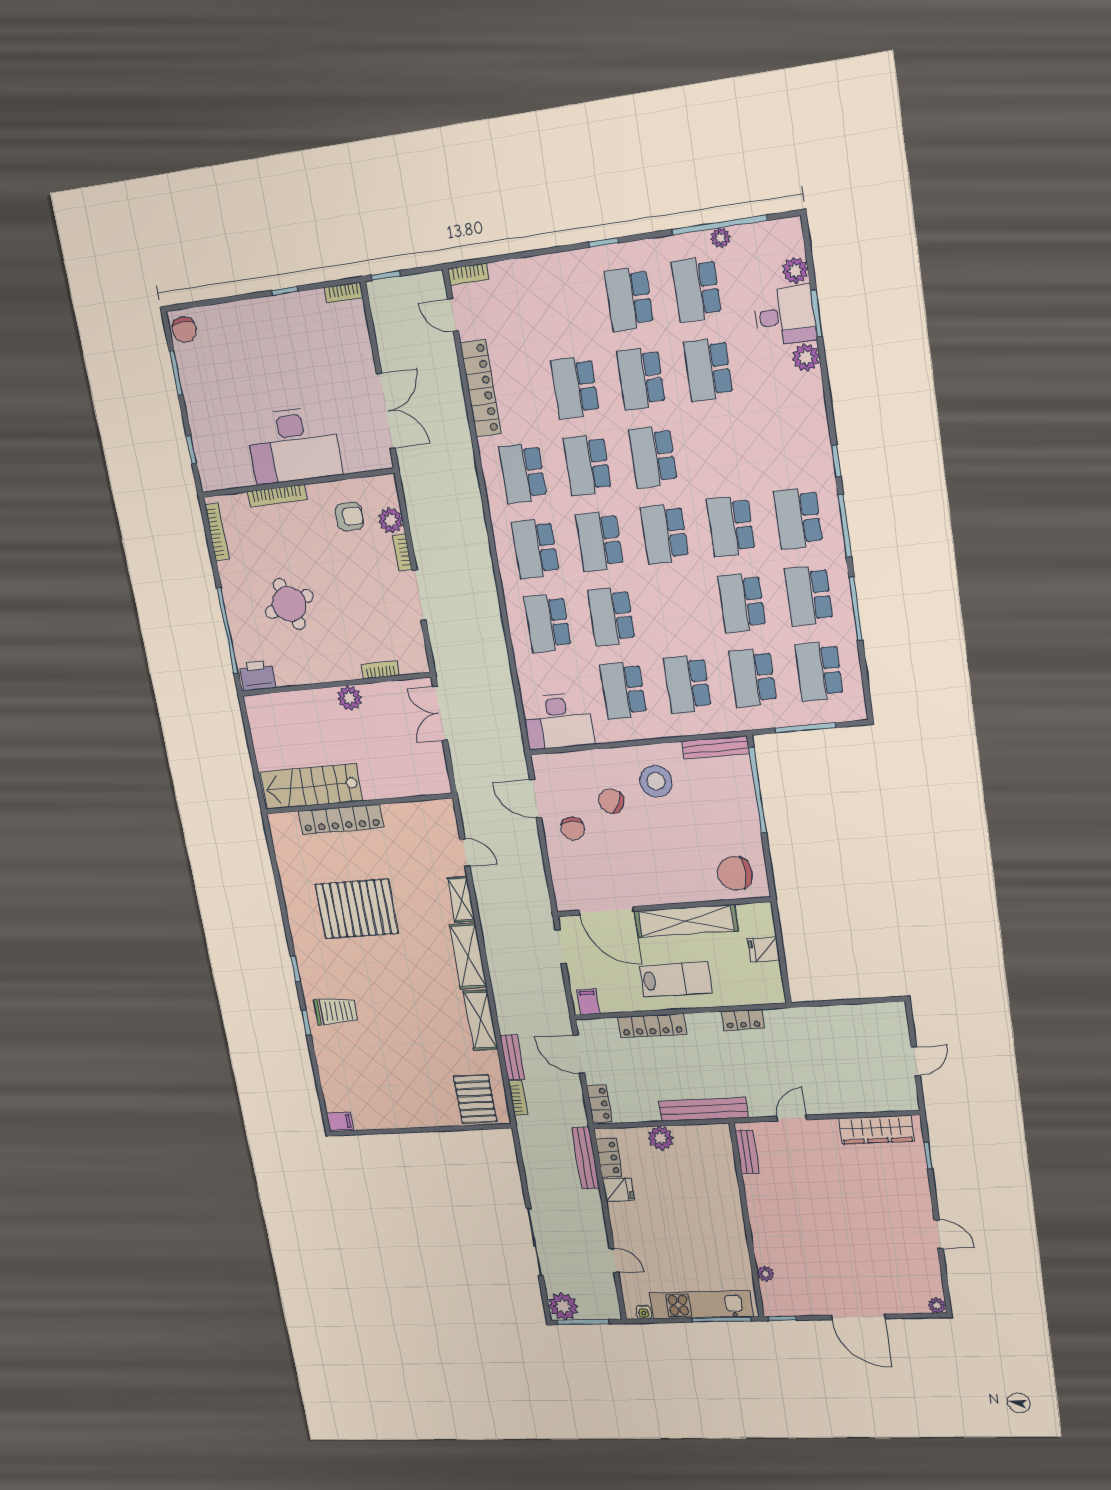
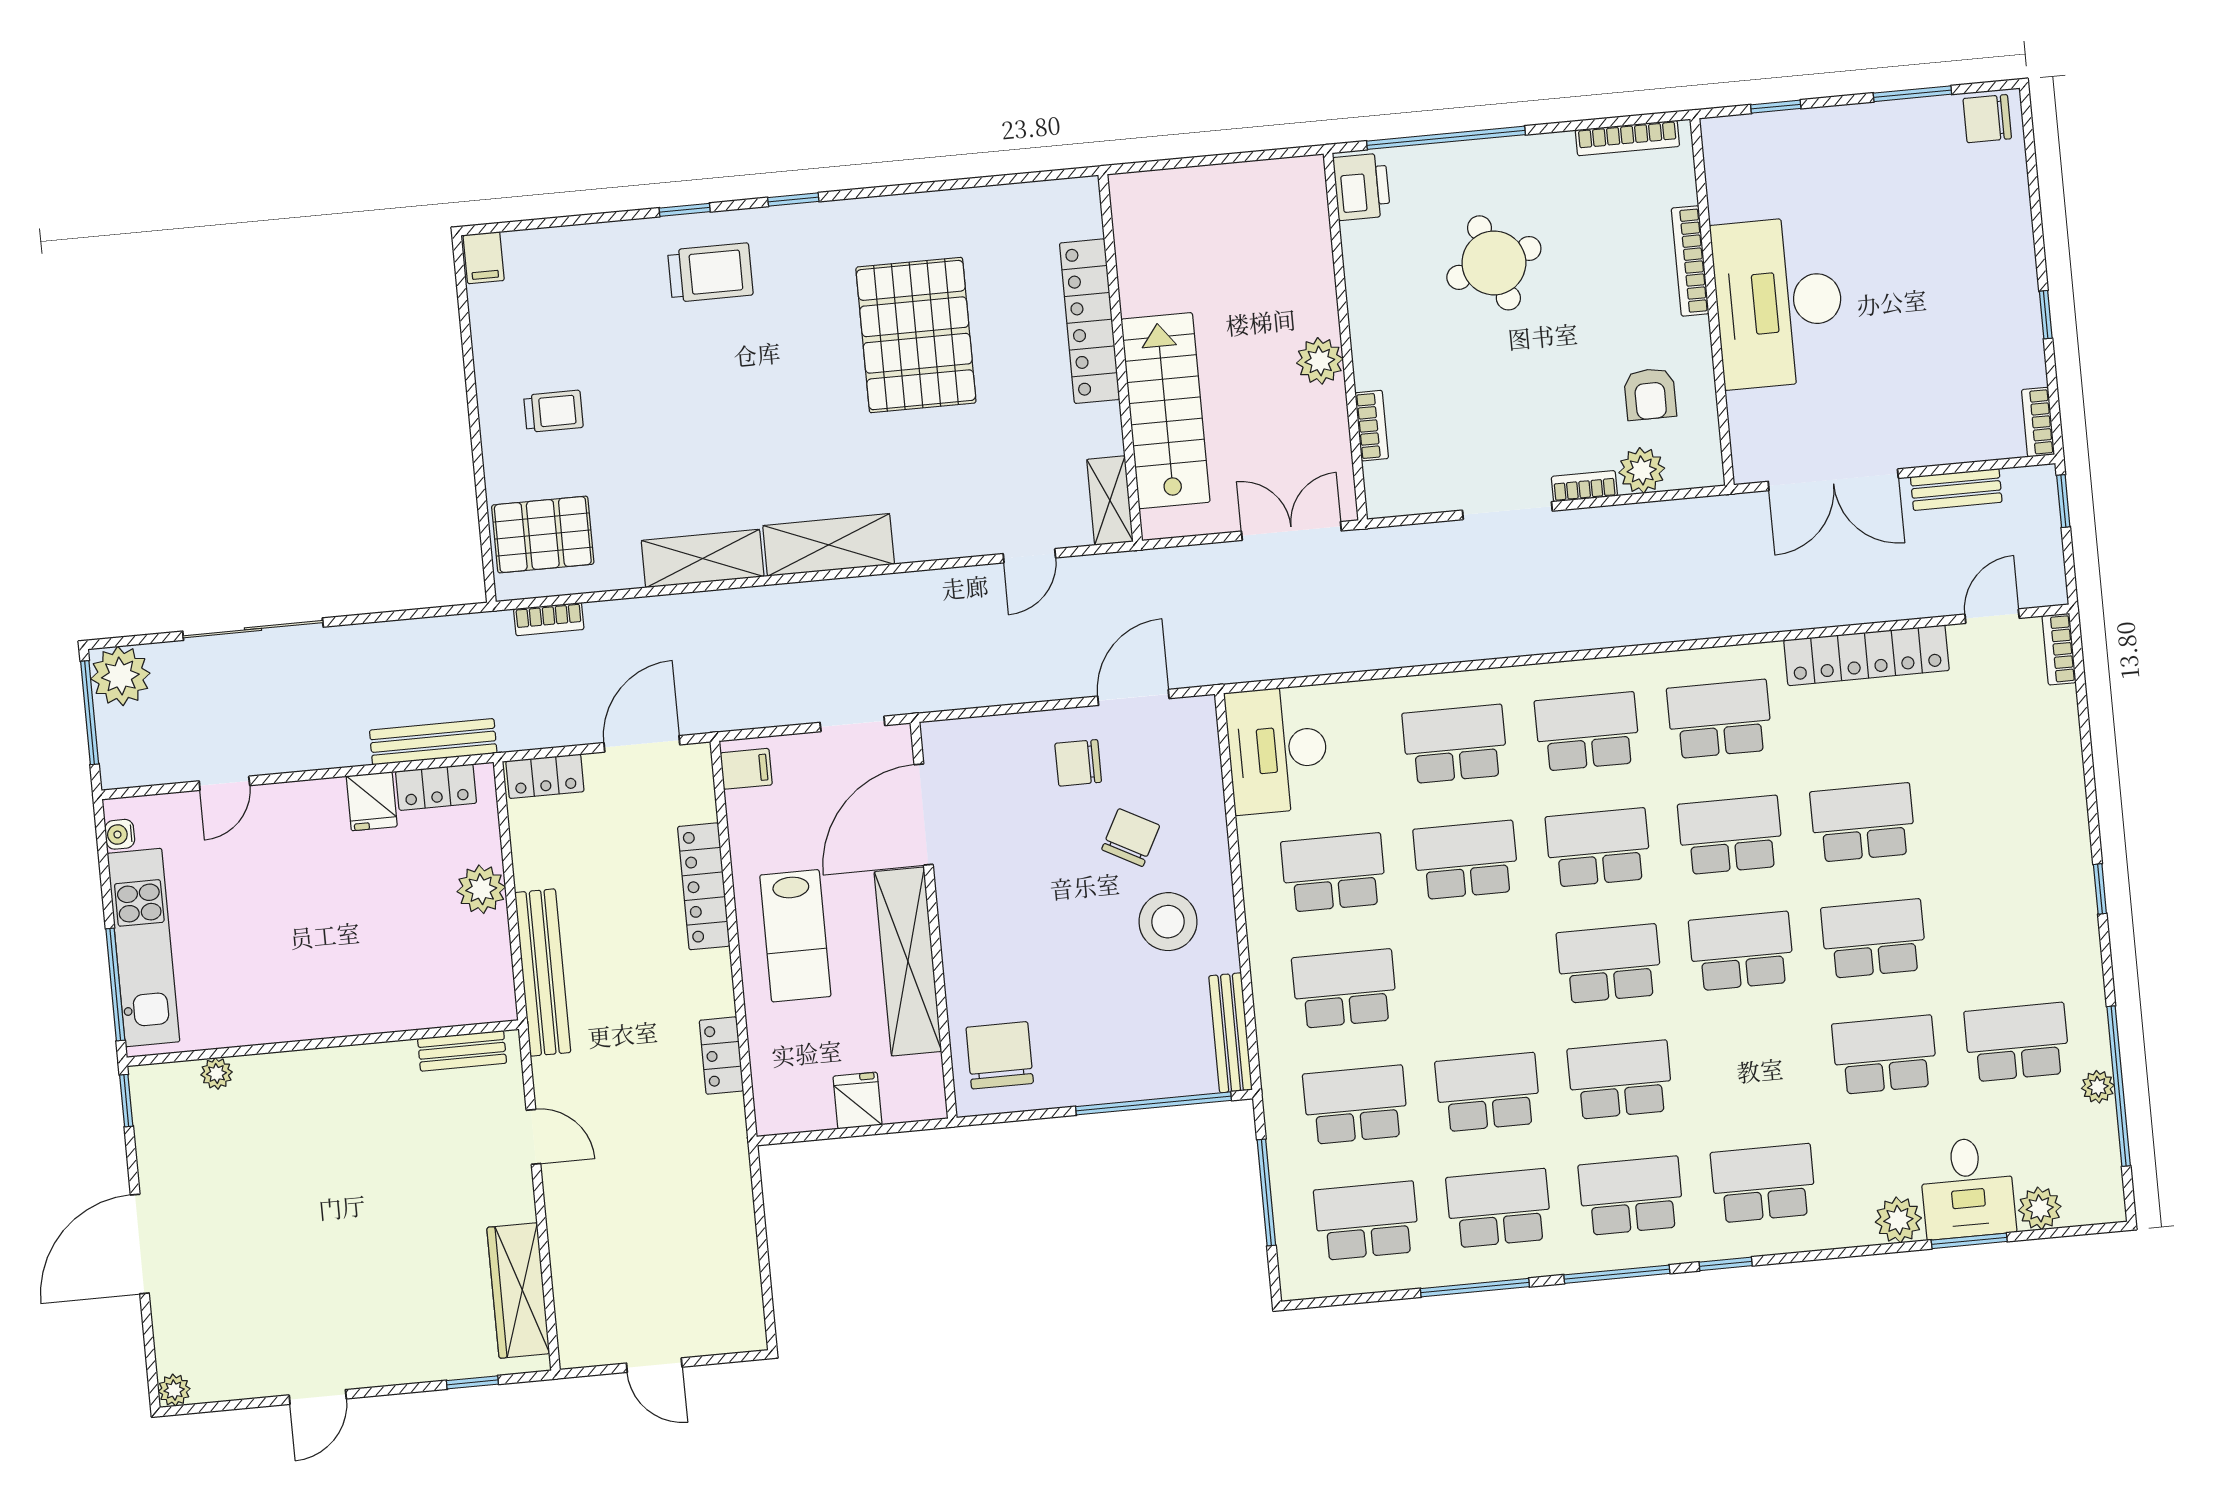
school desk: (629, 299) -> (1763, 1183), moved
stairs: (311, 786) -> (1165, 411), moved
shelving: (461, 899) -> (1110, 501), moved, turned 90
trolley: (336, 1011) -> (710, 273), turned -90
bench: (512, 1057) -> (1956, 489), moved
trolley: (413, 1091) -> (553, 411), added

